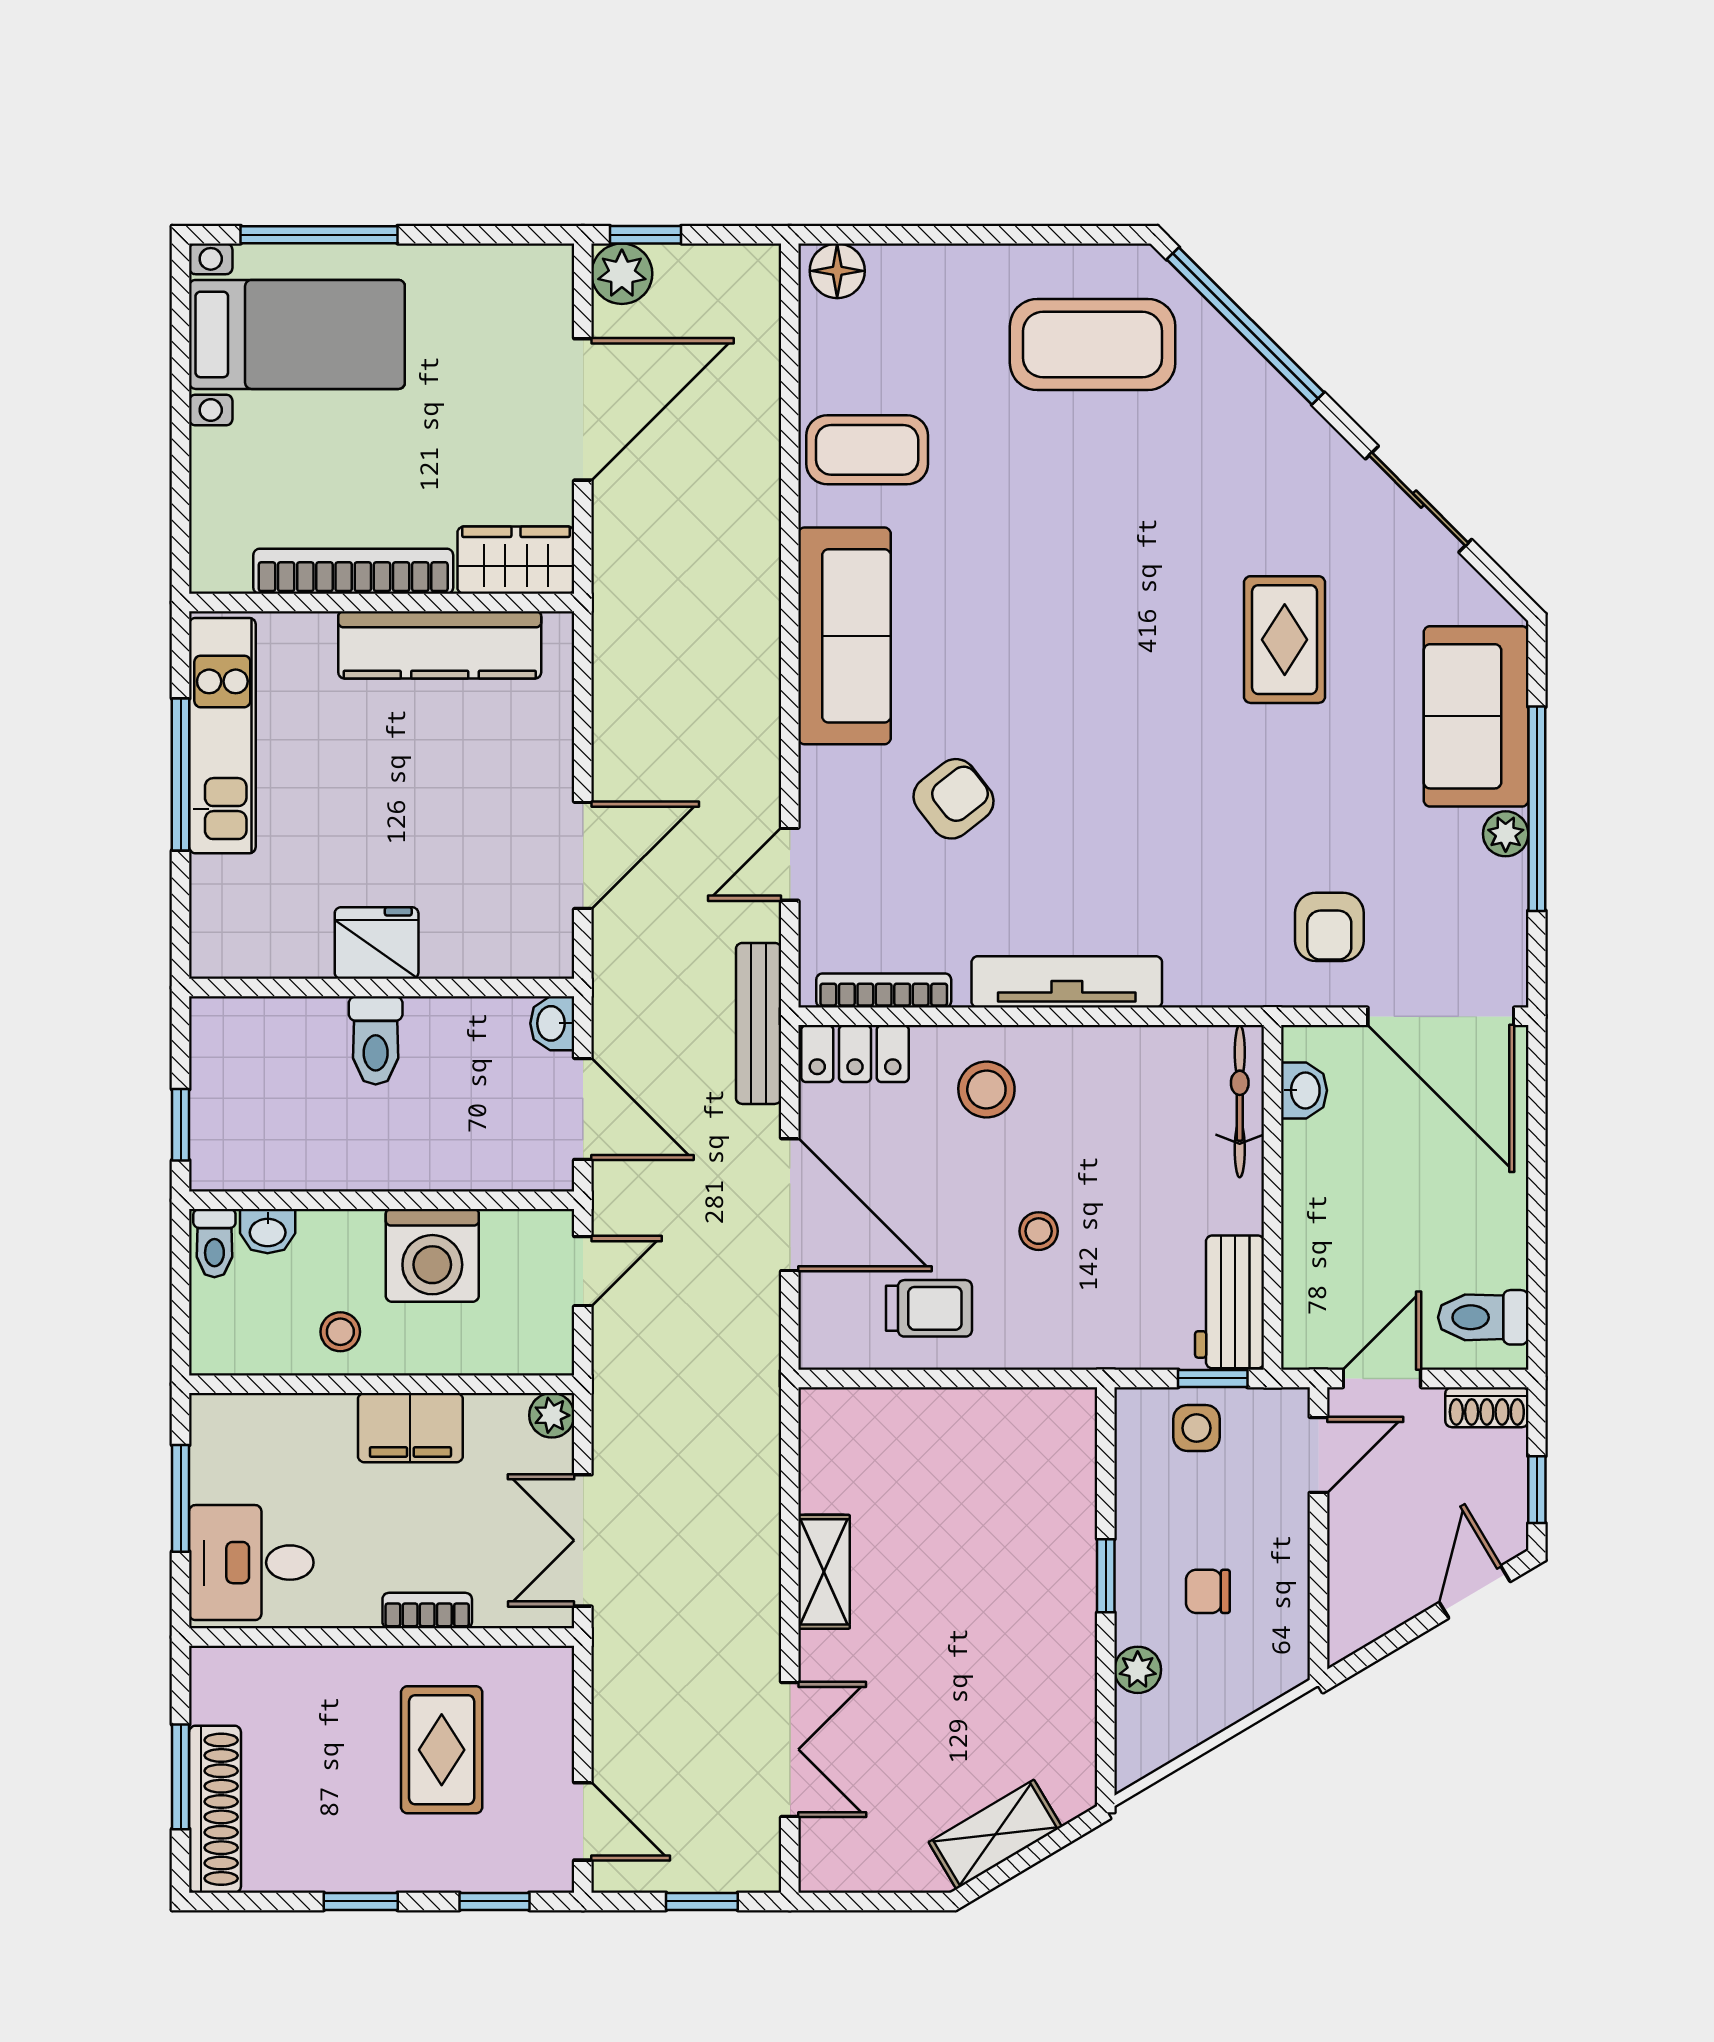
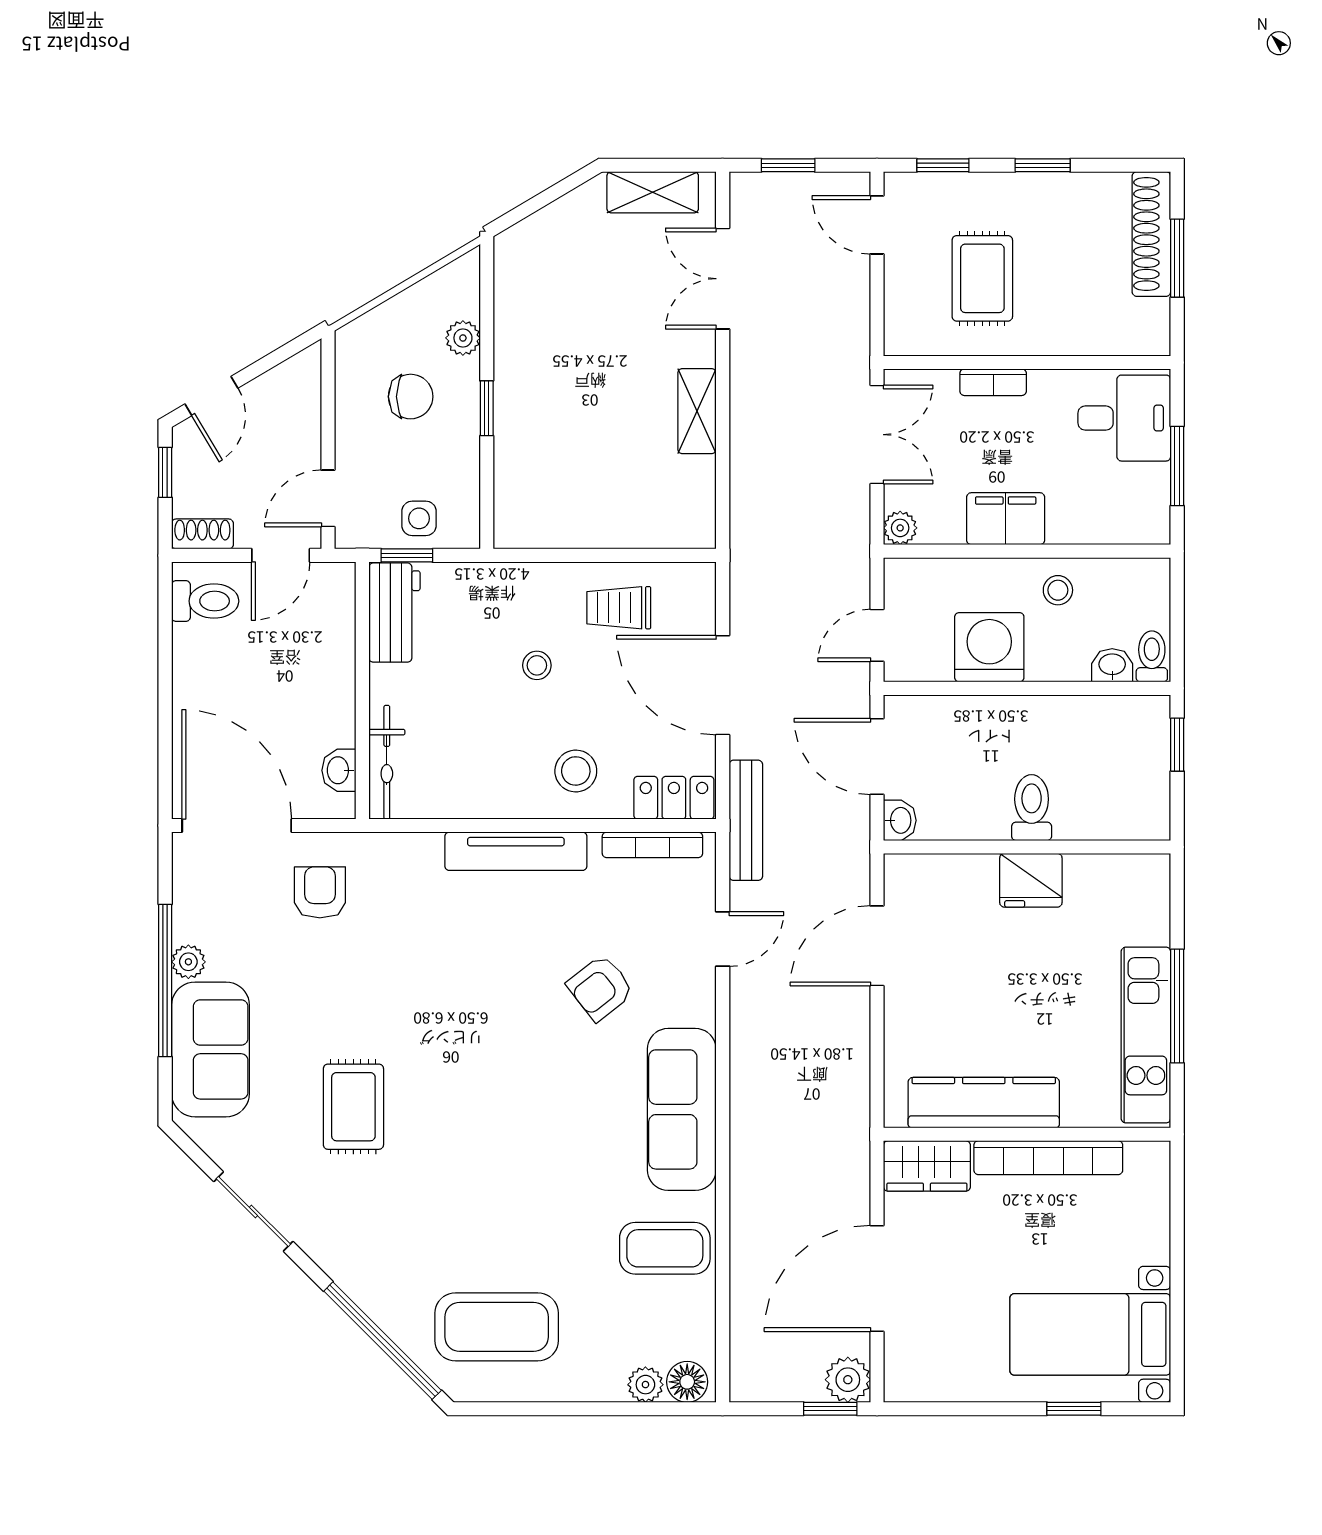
window: (319, 235) -> (1074, 1409), width x0.46
plant: (893, 267) -> (645, 1385), added
chair: (1208, 1591) -> (411, 397), width x1.37, depth x1.37
shelving: (995, 1834) -> (653, 192), moved, turned 31

